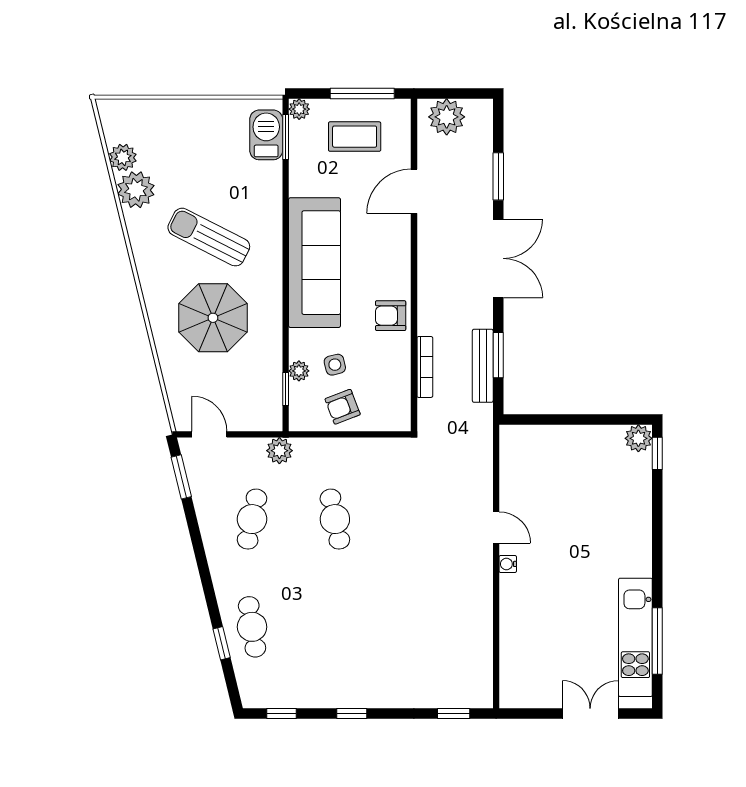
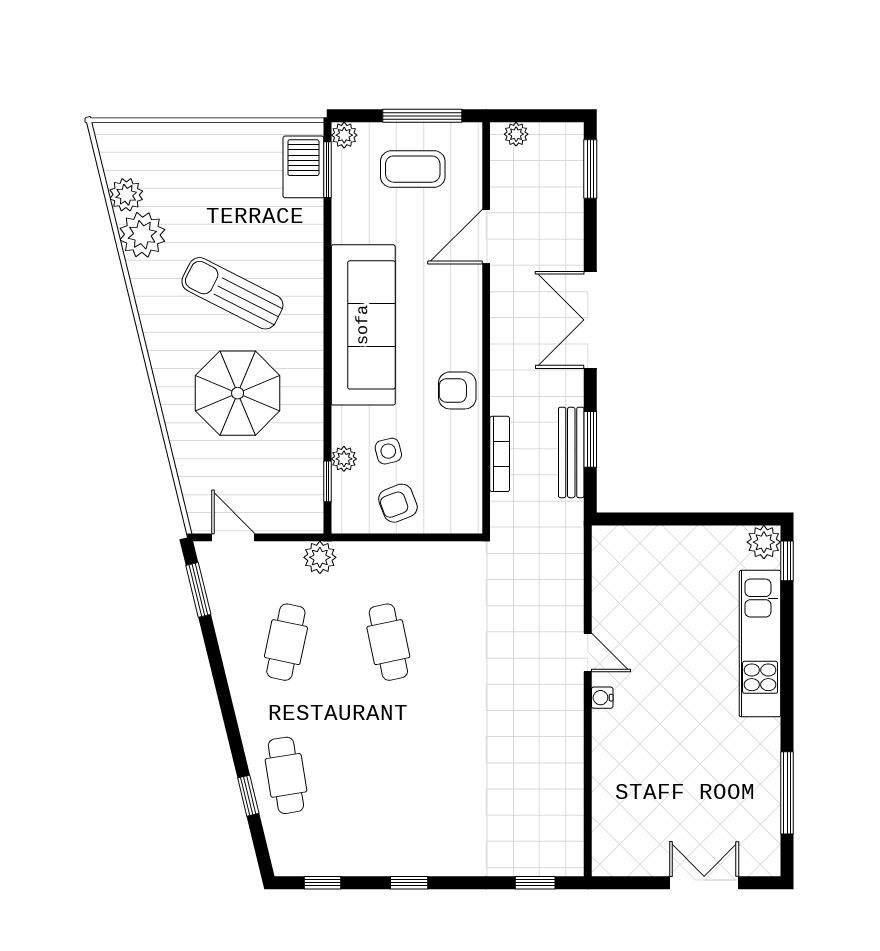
plant: (447, 117) -> (516, 134), width x0.53, depth x0.53
window: (498, 176) -> (590, 169), moved
double door: (498, 258) -> (590, 320), swing flipped
kitchen unit: (635, 637) -> (760, 644), moved

